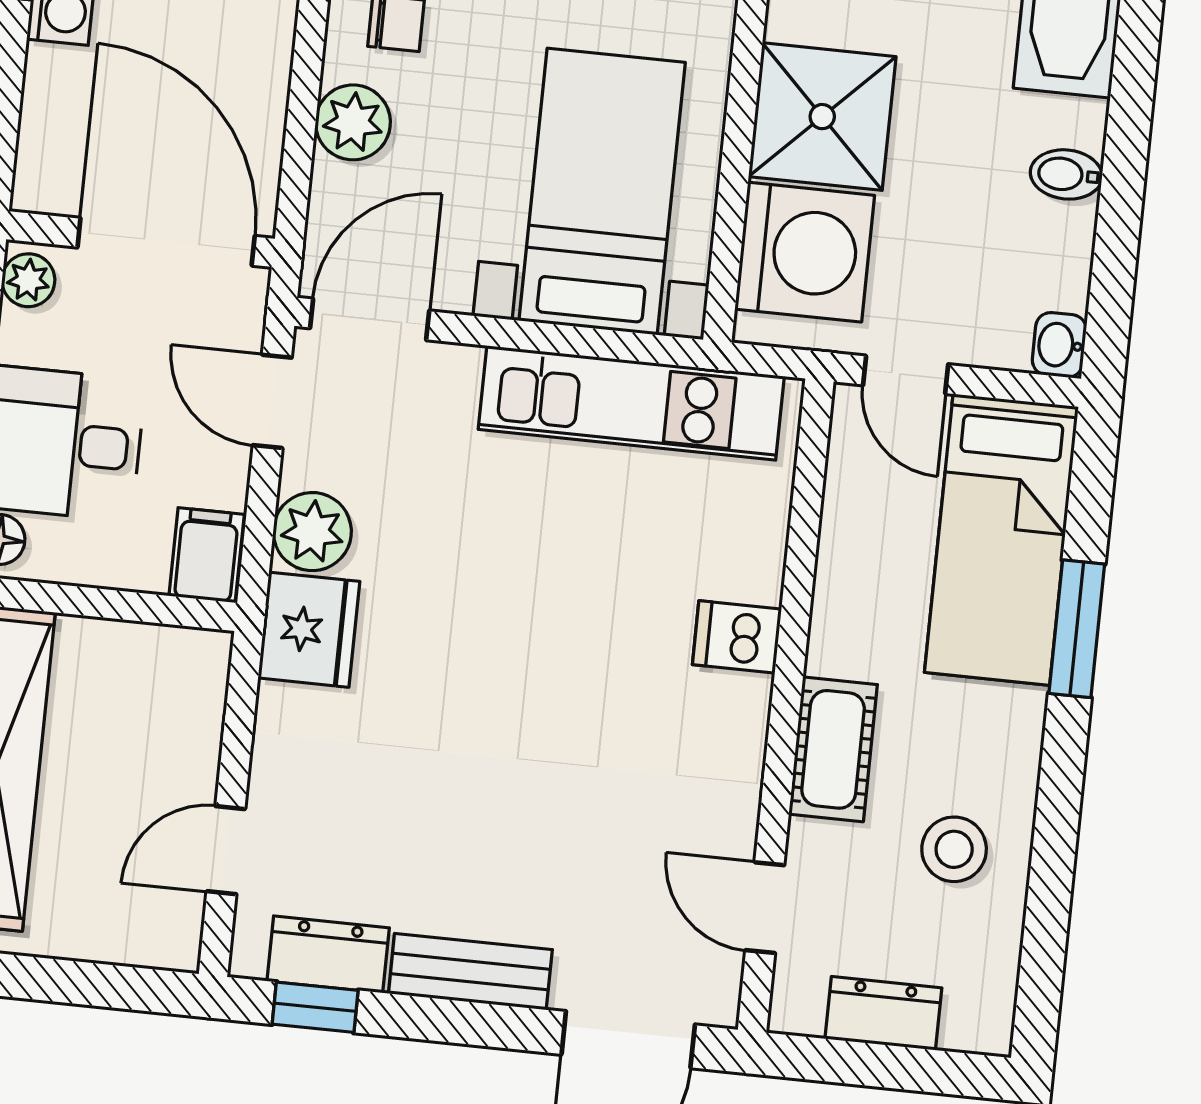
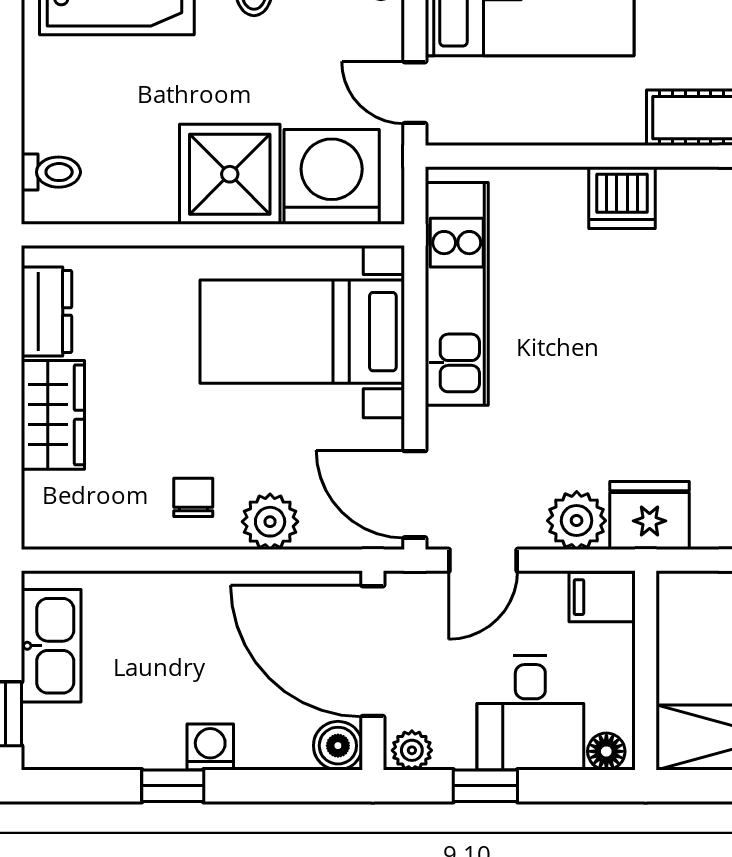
boiler: (45, 182) -> (338, 746), added
door: (166, 242) -> (373, 651), hinge flipped
door: (906, 375) -> (415, 93), swing flipped
dishwasher: (737, 637) -> (622, 198), width x1.38

